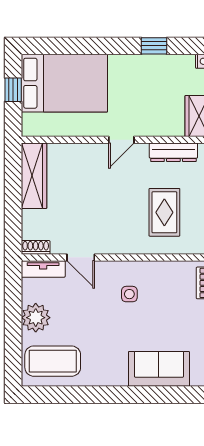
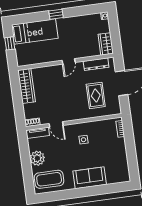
window: (154, 46) -> (56, 14), moved
bed: (64, 83) -> (35, 32), width x0.67
sofa: (159, 369) -> (90, 178), moved

